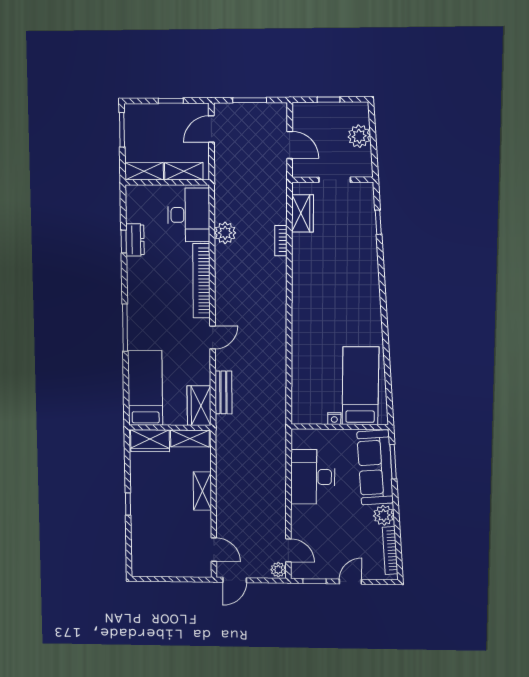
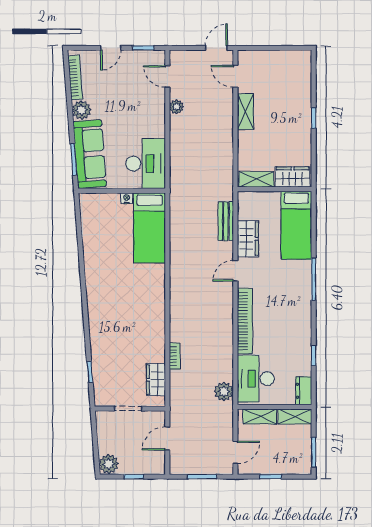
plant: (359, 136) -> (109, 464), moved
door: (290, 145) -> (167, 438), hinge flipped
plant: (225, 233) -> (224, 392), moved
dresser: (135, 240) -> (304, 391), moved
bed: (360, 386) -> (149, 228), moved
wardrobe: (199, 406) -> (248, 239), moved
desk: (313, 477) -> (145, 164), moved
shelving: (202, 491) -> (245, 112), moved
plant: (278, 570) -> (176, 107), moved

